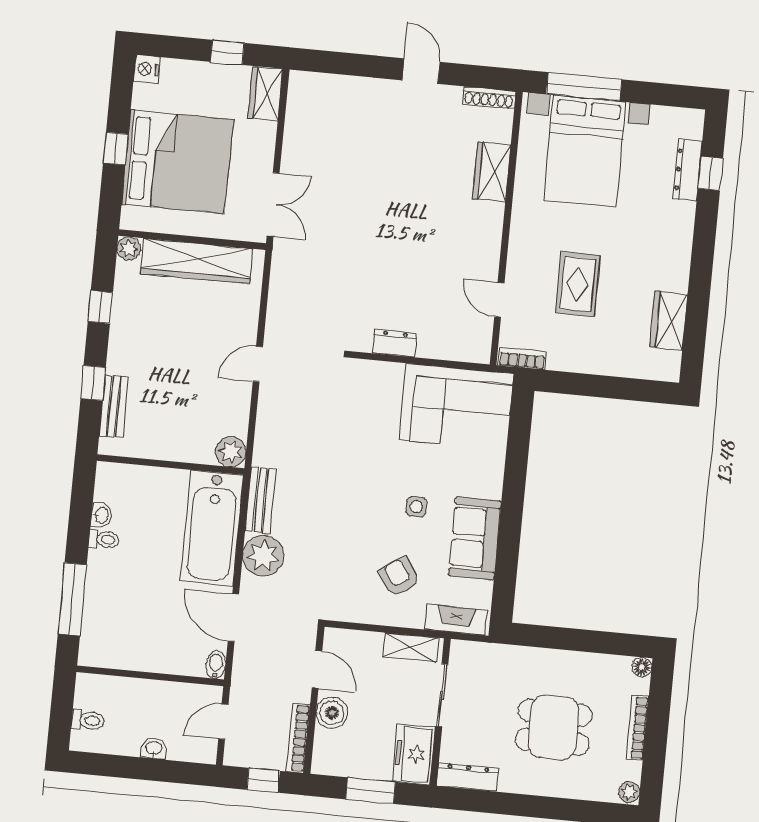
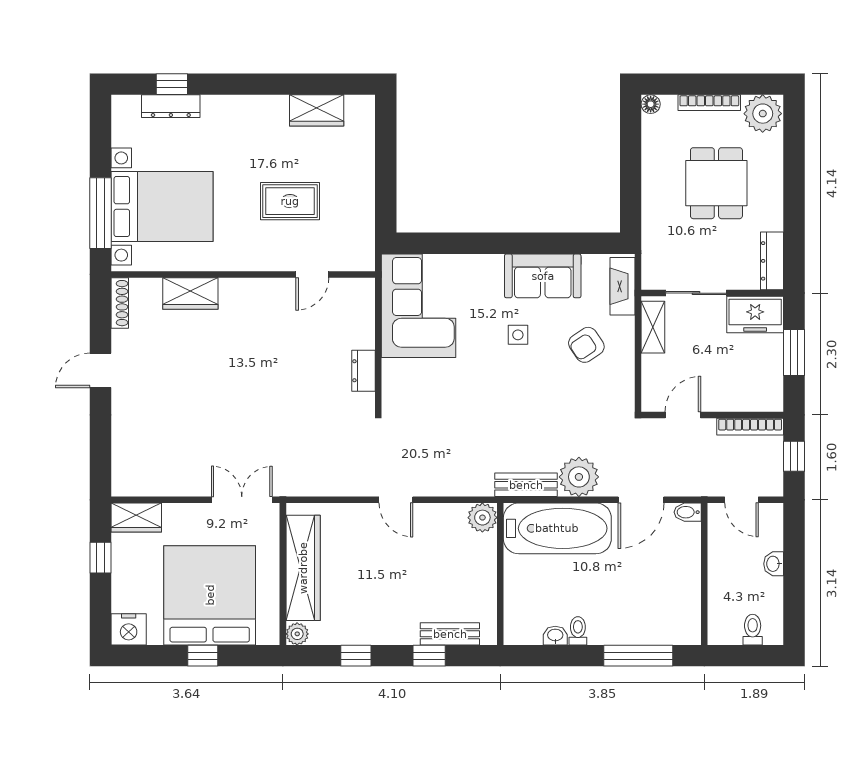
nightstand: (147, 69) -> (129, 629), width x1.36, depth x1.33
bookcase: (522, 358) -> (366, 247), removed
boiler: (332, 713) -> (723, 397), removed
plant: (629, 792) -> (763, 114), width x1.88, depth x1.88

